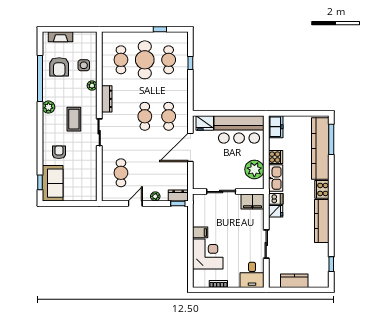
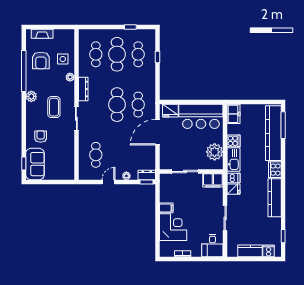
cafe table: (145, 116) -> (117, 105), width x1.37, depth x1.35
cooker: (315, 281) -> (269, 251), added

